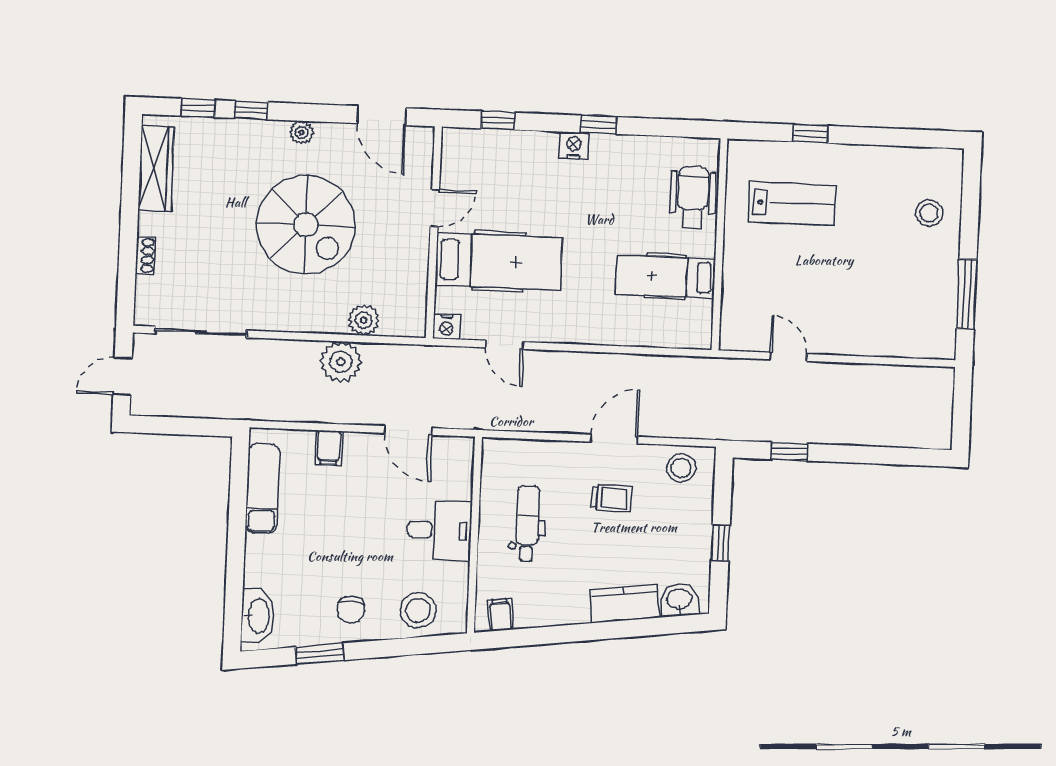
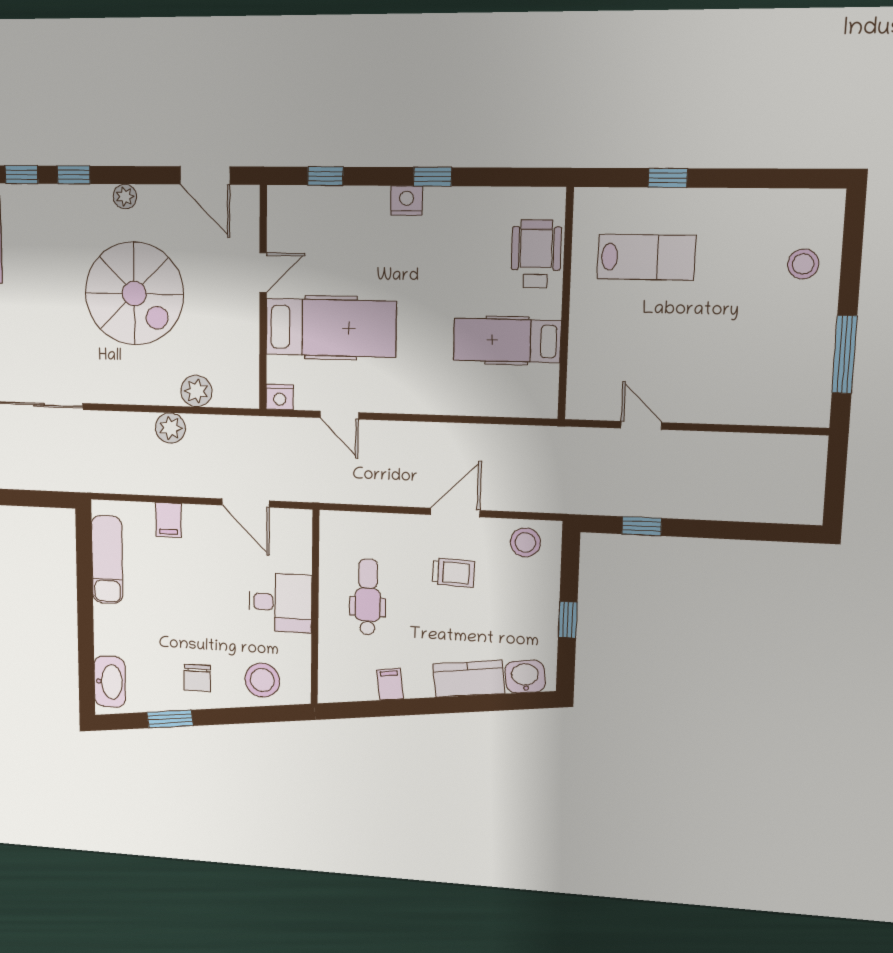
plant: (341, 362) -> (170, 428), width x0.73, depth x0.73
filing cabinet: (501, 615) -> (390, 684), moved

